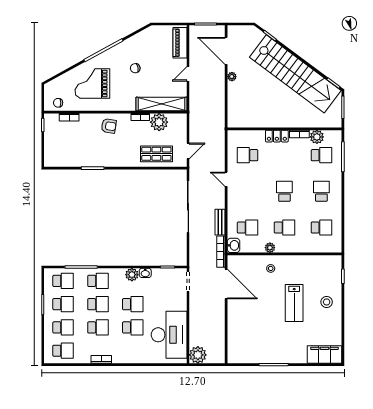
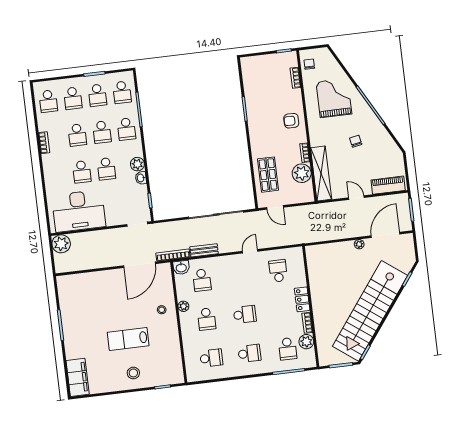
armchair: (109, 126) -> (291, 121), turned 81
school desk: (321, 228) -> (211, 358), turned -90

